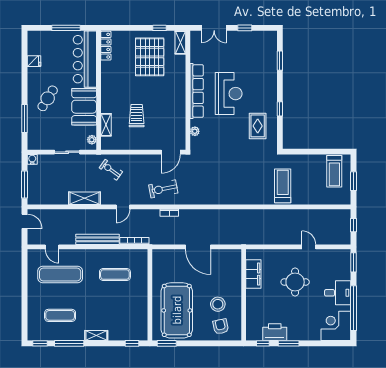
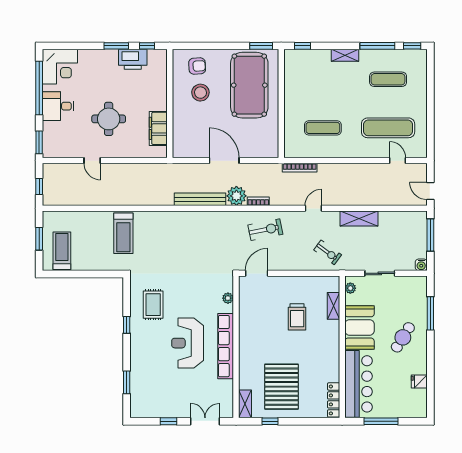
plant: (188, 217) -> (236, 196), added
bench: (98, 239) -> (200, 199), moved
armchair: (221, 326) -> (197, 66), turned -81

